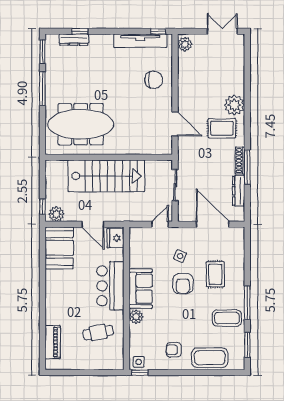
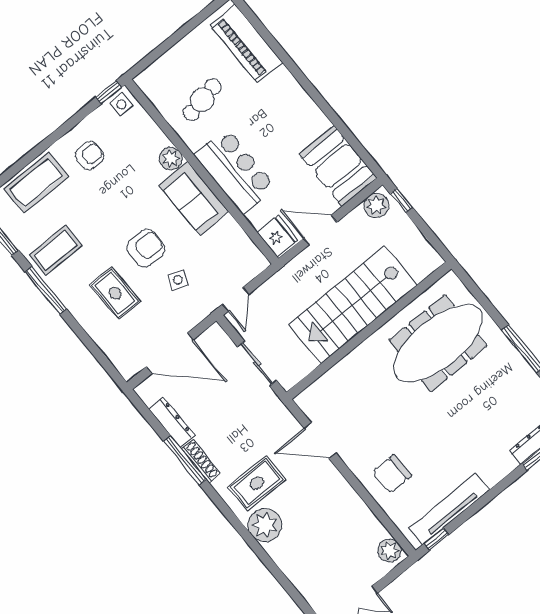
armchair: (183, 284) -> (146, 248), turned 90
piano: (53, 342) -> (246, 44), width x1.37, depth x1.33

